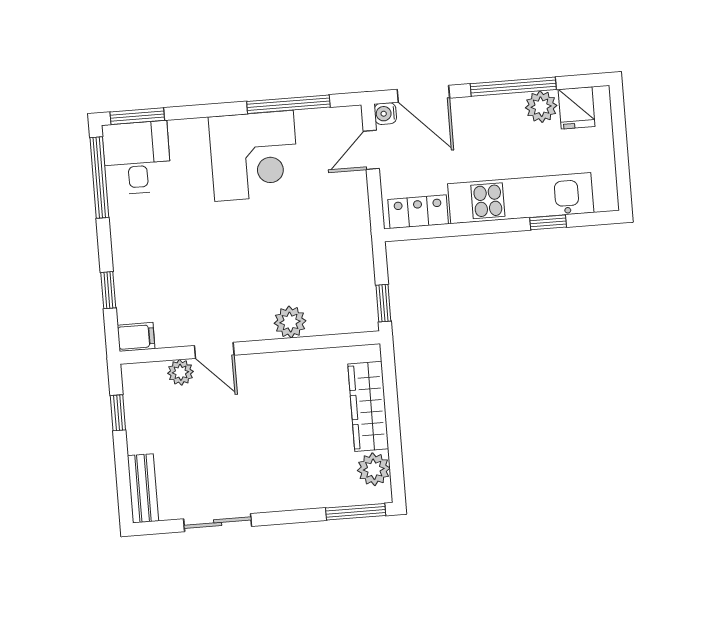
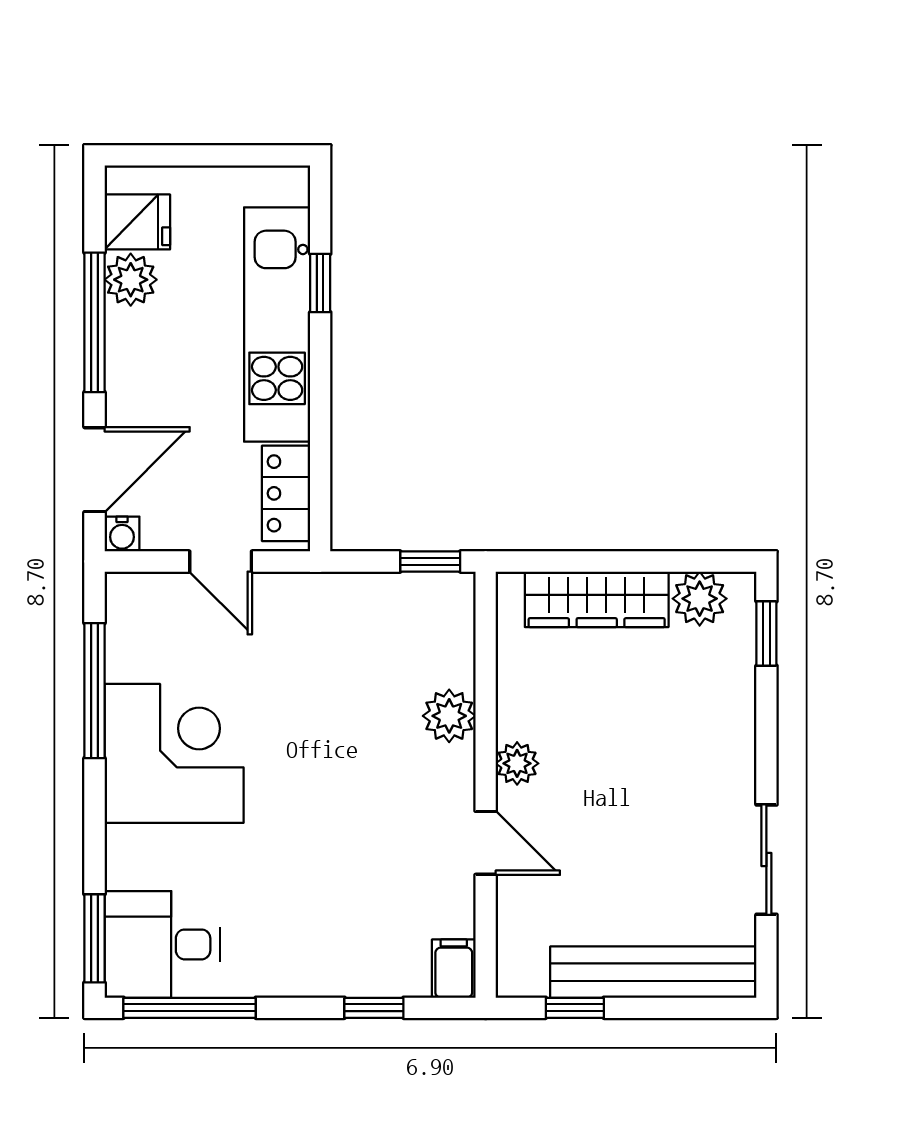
door: (371, 150) -> (221, 561), moved
door: (214, 350) -> (486, 843), hinge flipped
plant: (180, 372) -> (517, 763), moved
bench: (143, 488) -> (653, 972), width x1.86, depth x1.21
window: (356, 512) -> (766, 633), width x0.67

